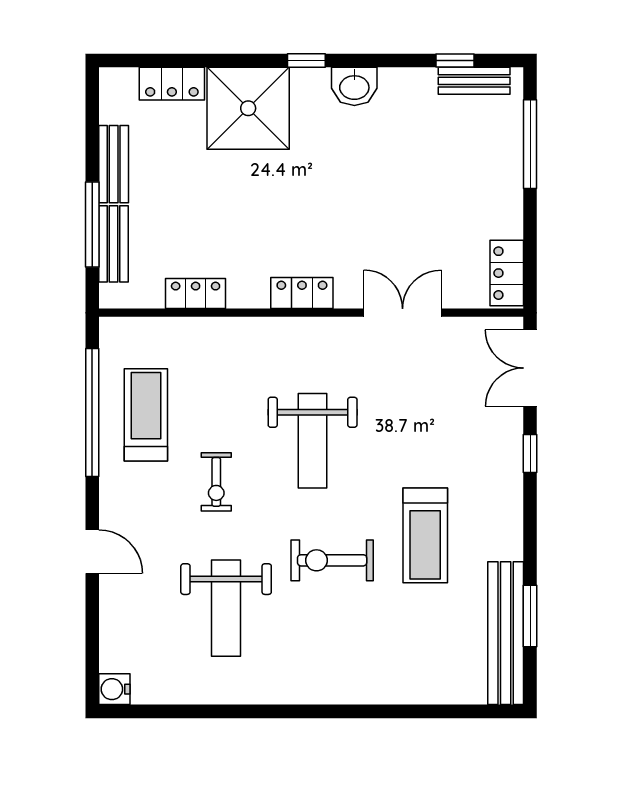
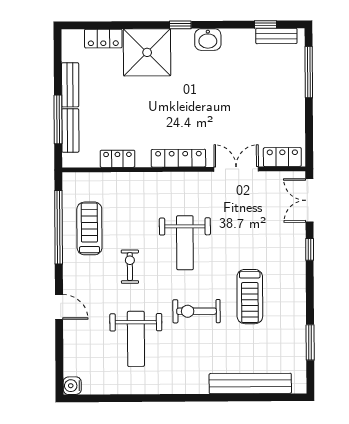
locker: (507, 273) -> (282, 157), moved, turned 90
locker: (302, 293) -> (178, 158), width x1.53
exercise bike: (216, 482) -> (130, 267), turned 180
bench: (506, 633) -> (250, 383), moved, turned 90

